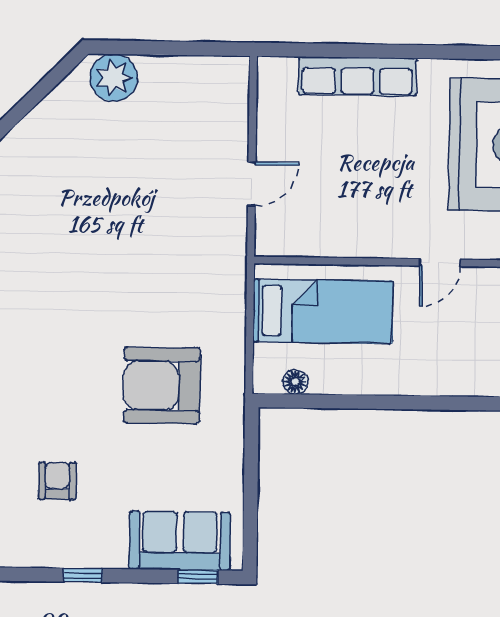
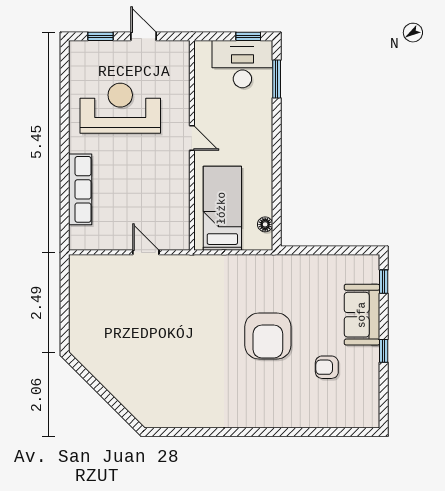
plant: (114, 78) -> (83, 337), removed
armchair: (162, 386) -> (268, 336), moved
sofa: (180, 541) -> (362, 315), moved

